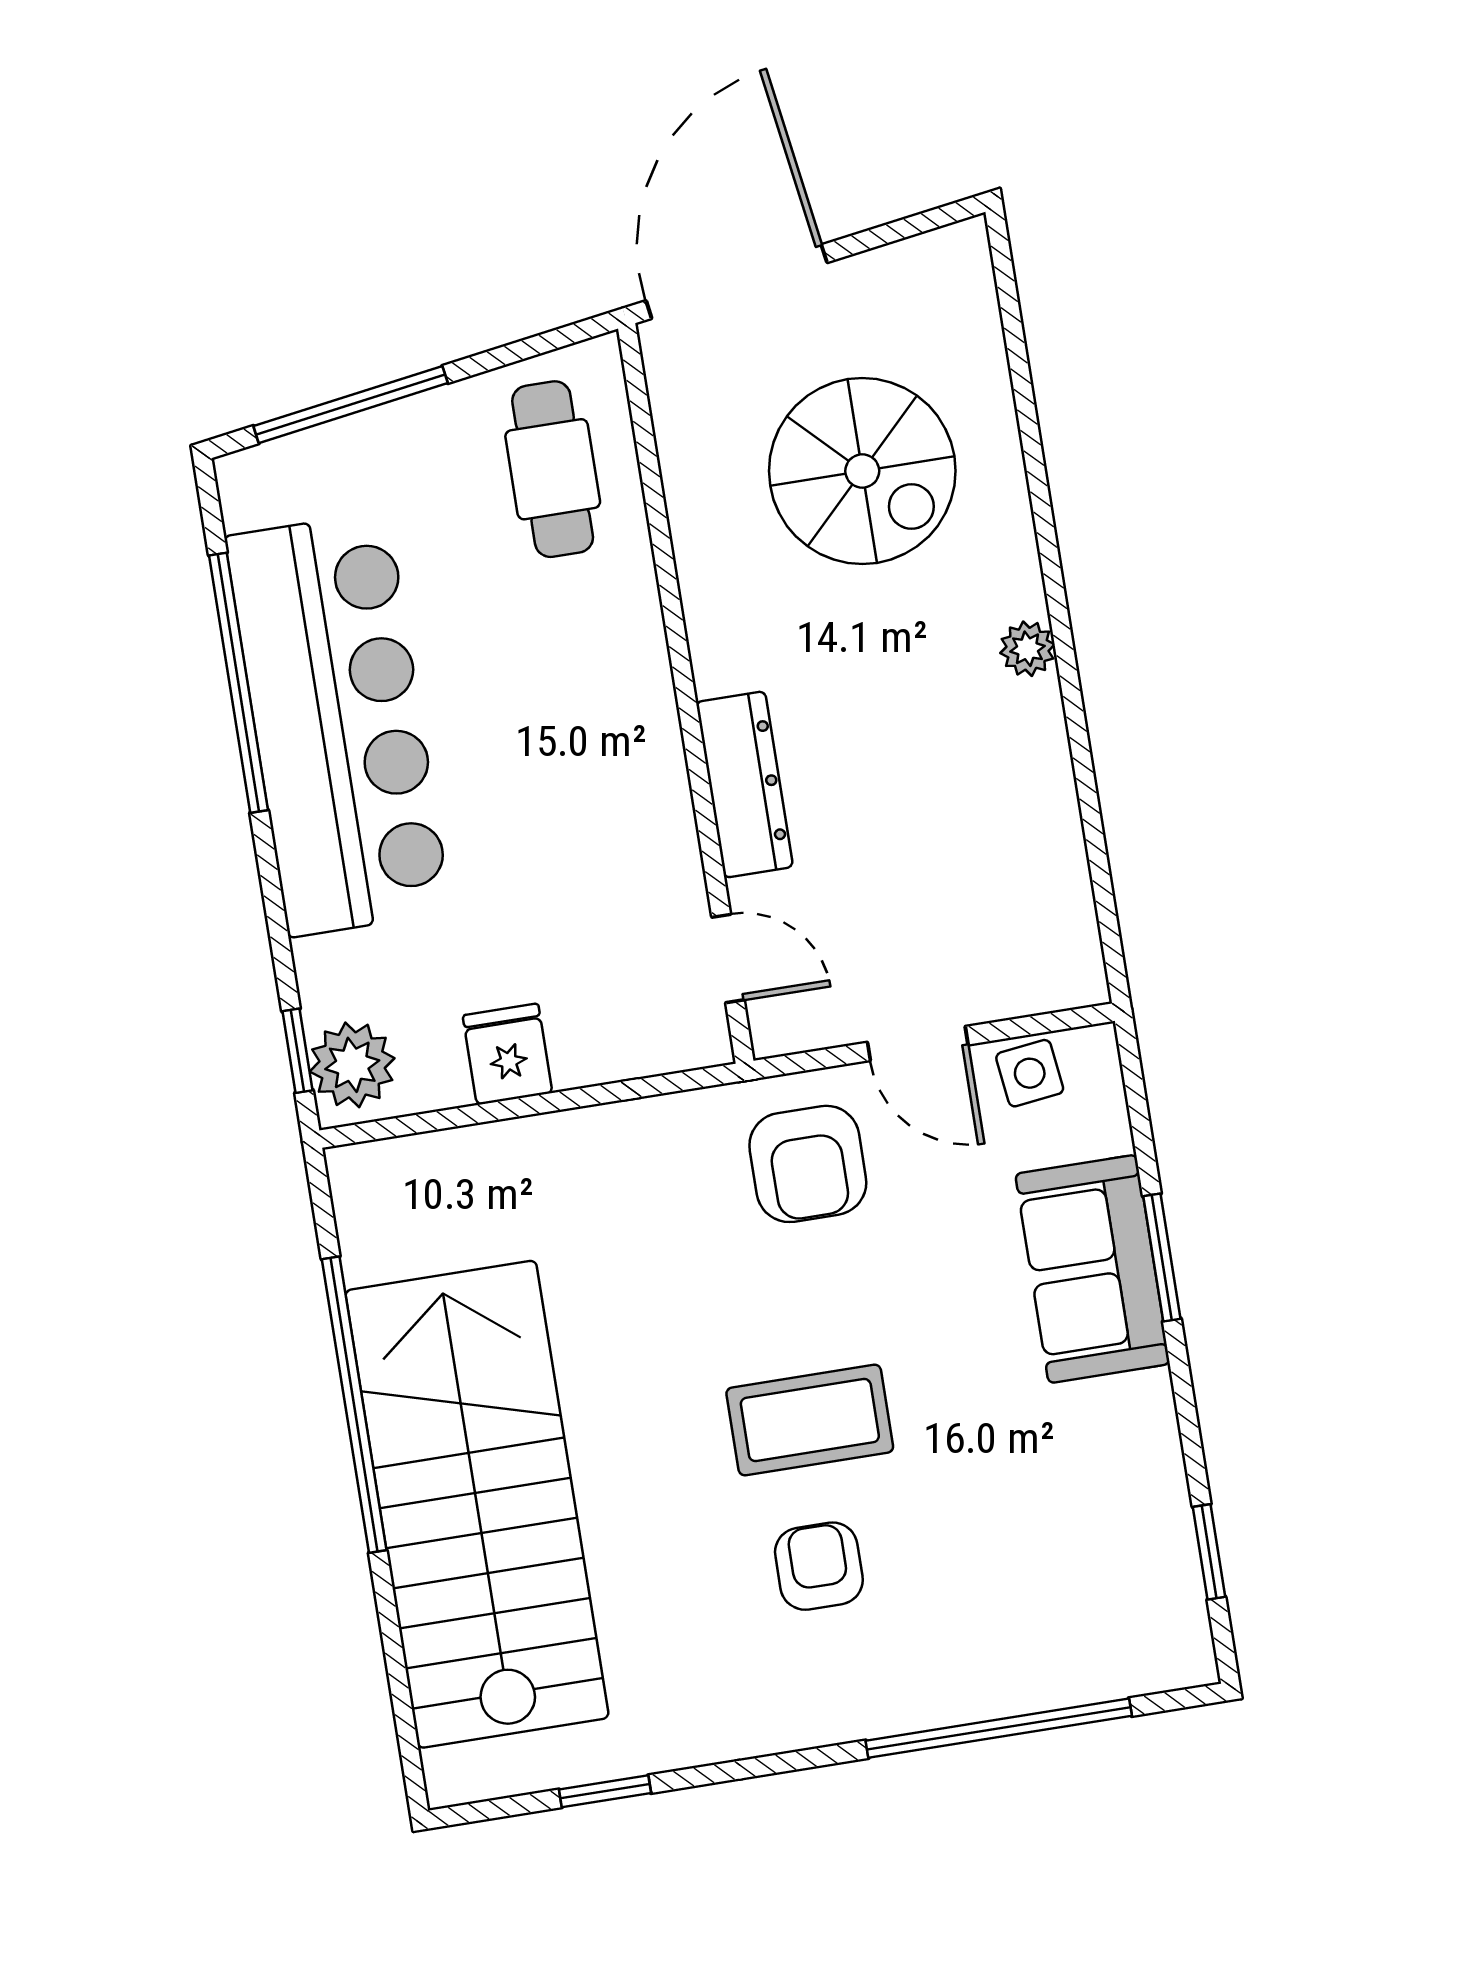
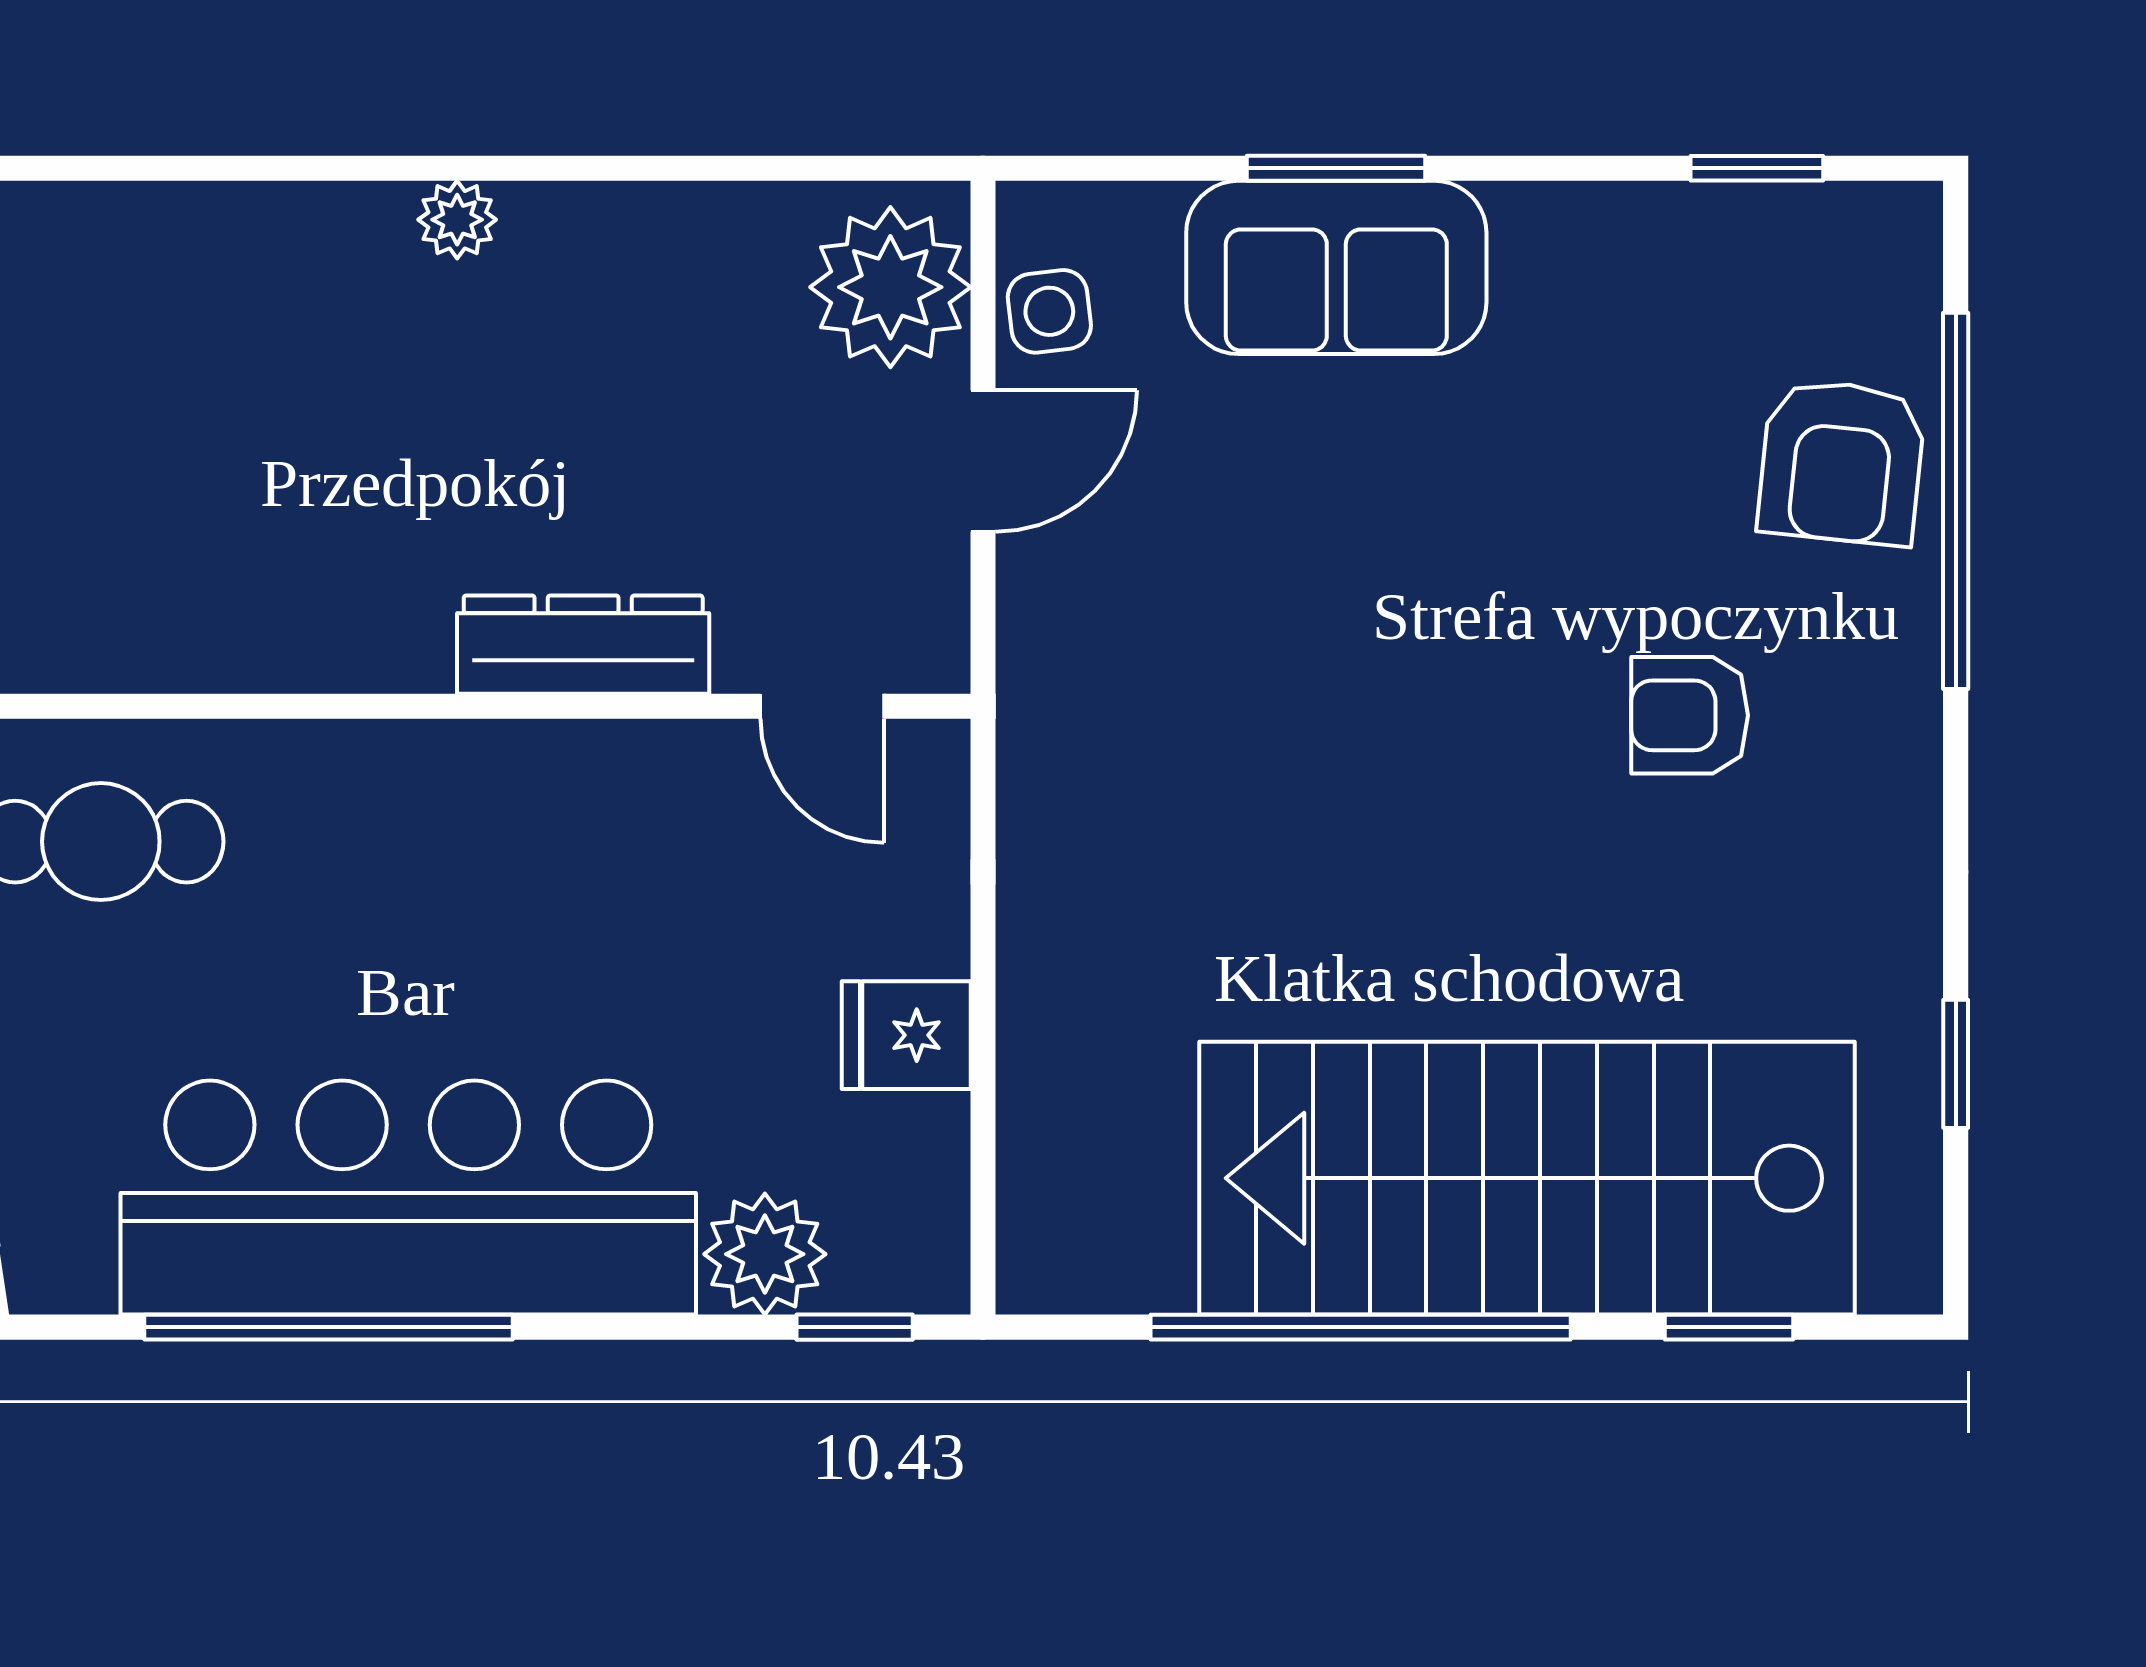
spiral stairs: (862, 471) -> (172, 410), removed
door: (728, 959) -> (822, 706), swing flipped
plant: (1029, 959) -> (890, 287), added
plant: (352, 1065) -> (765, 1254), moved
armchair: (808, 1164) -> (1842, 462), moved, turned 96
coffee table: (810, 1420) -> (1484, 695), removed
window: (395, 1662) -> (1729, 1327), added

